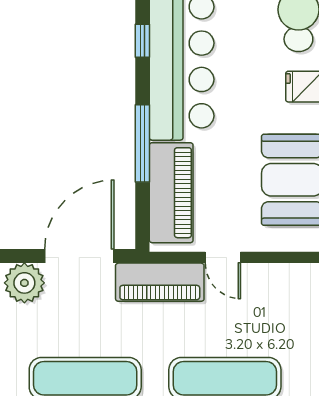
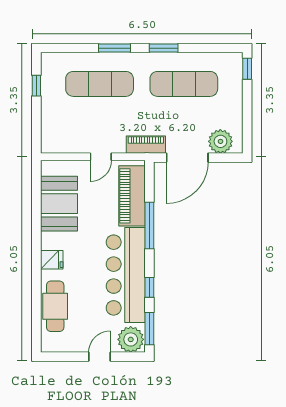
door: (223, 257) -> (101, 157), swing flipped
piano: (160, 282) -> (146, 145), width x0.73, depth x0.75

